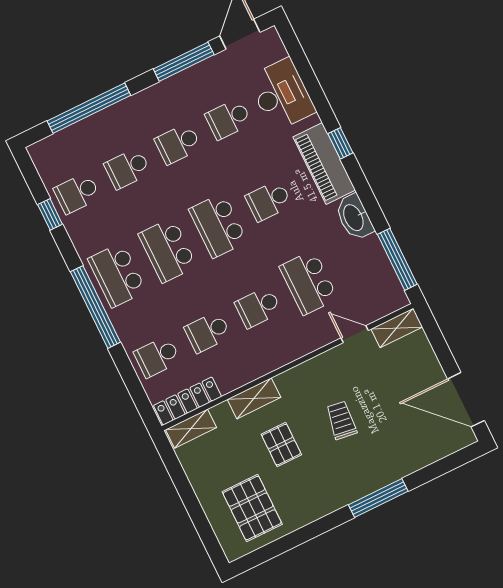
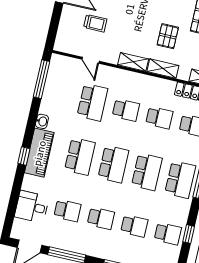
desk: (282, 95) -> (32, 207), width x0.73
school desk: (269, 201) -> (80, 156), width x1.85
washbasin: (354, 217) -> (42, 121), width x0.52, depth x0.69
shelving: (397, 328) -> (133, 62), moved
trolley: (341, 420) -> (95, 23), moved, turned -98

